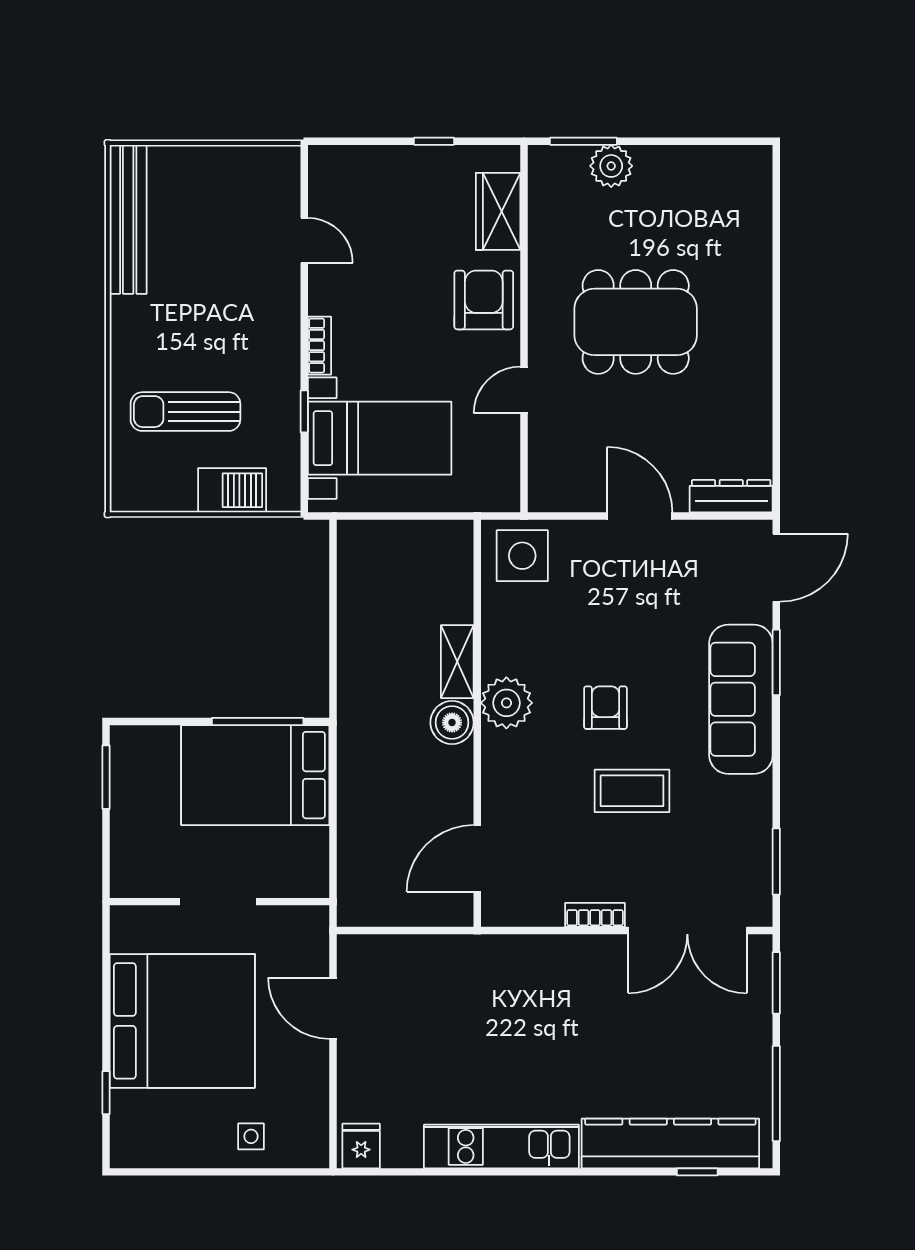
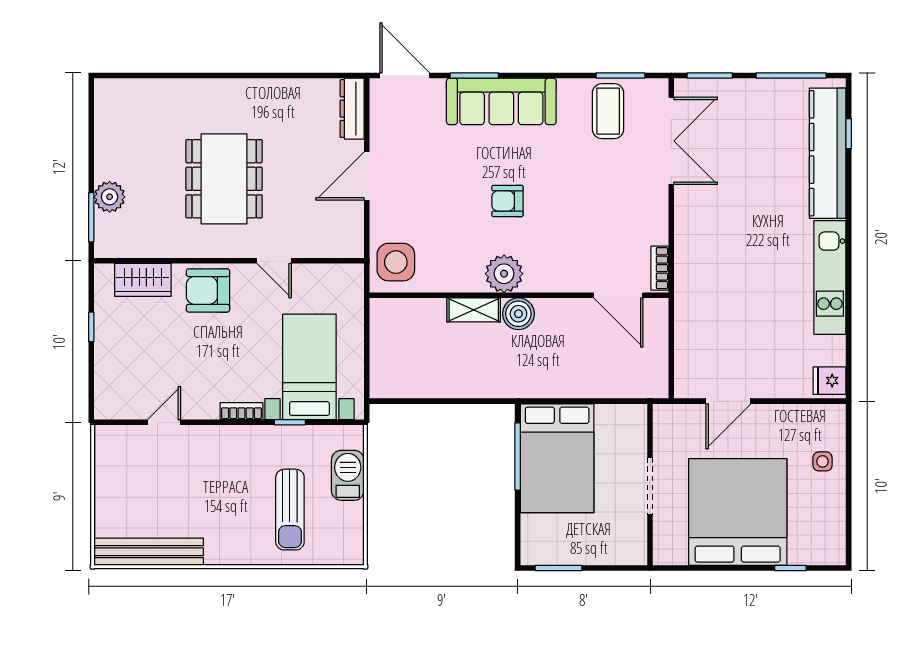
coffee table: (632, 791) -> (608, 111), moved
bookcase: (595, 915) -> (660, 268), moved

